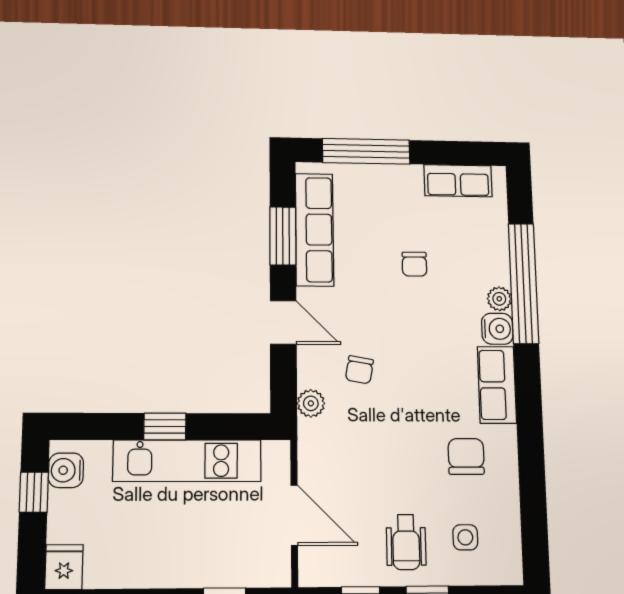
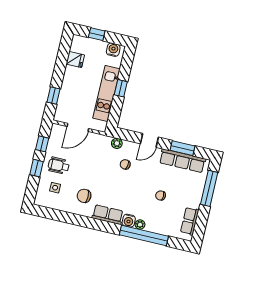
chair: (466, 456) -> (84, 196), turned 180
window: (34, 492) -> (97, 34), moved
fridge: (64, 567) -> (75, 60), moved

